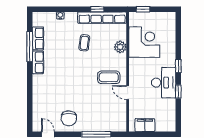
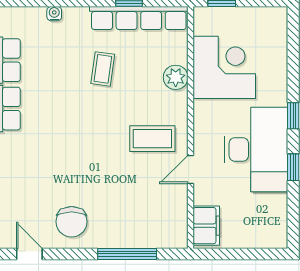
desk: (164, 83) -> (256, 149), width x1.36, depth x1.30
door: (128, 93) -> (190, 170), hinge flipped
filing cabinet: (145, 125) -> (206, 226), moved, turned 90

